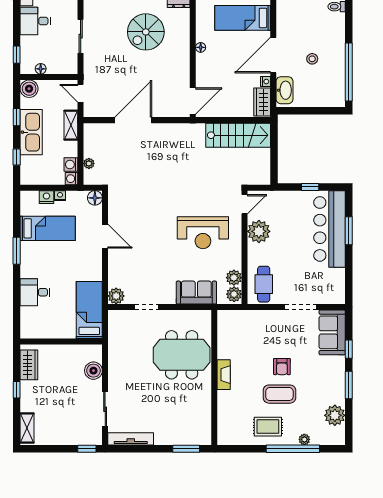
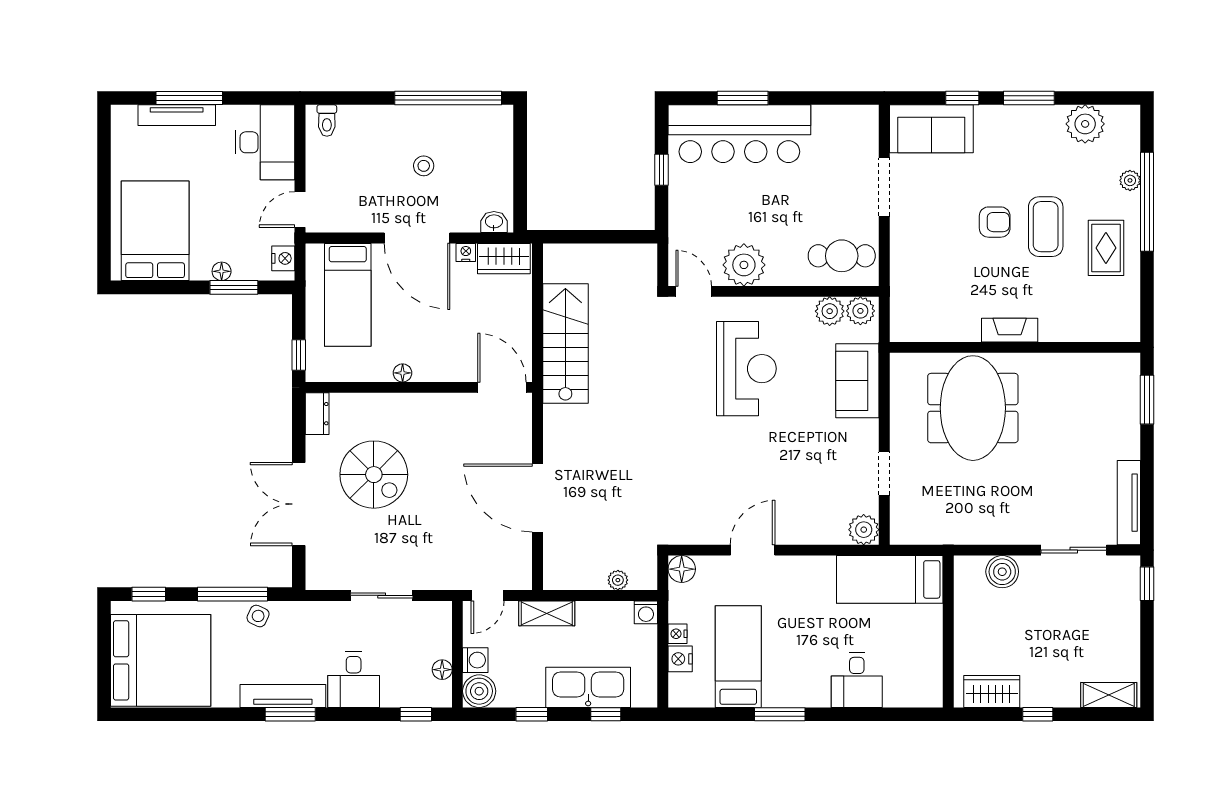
washbasin: (285, 90) -> (494, 222), width x0.52, depth x0.69
kitchen sink: (31, 132) -> (588, 687), moved
stairs: (238, 135) -> (565, 343), moved
washing machine: (71, 165) -> (475, 660), moved, turned -90

